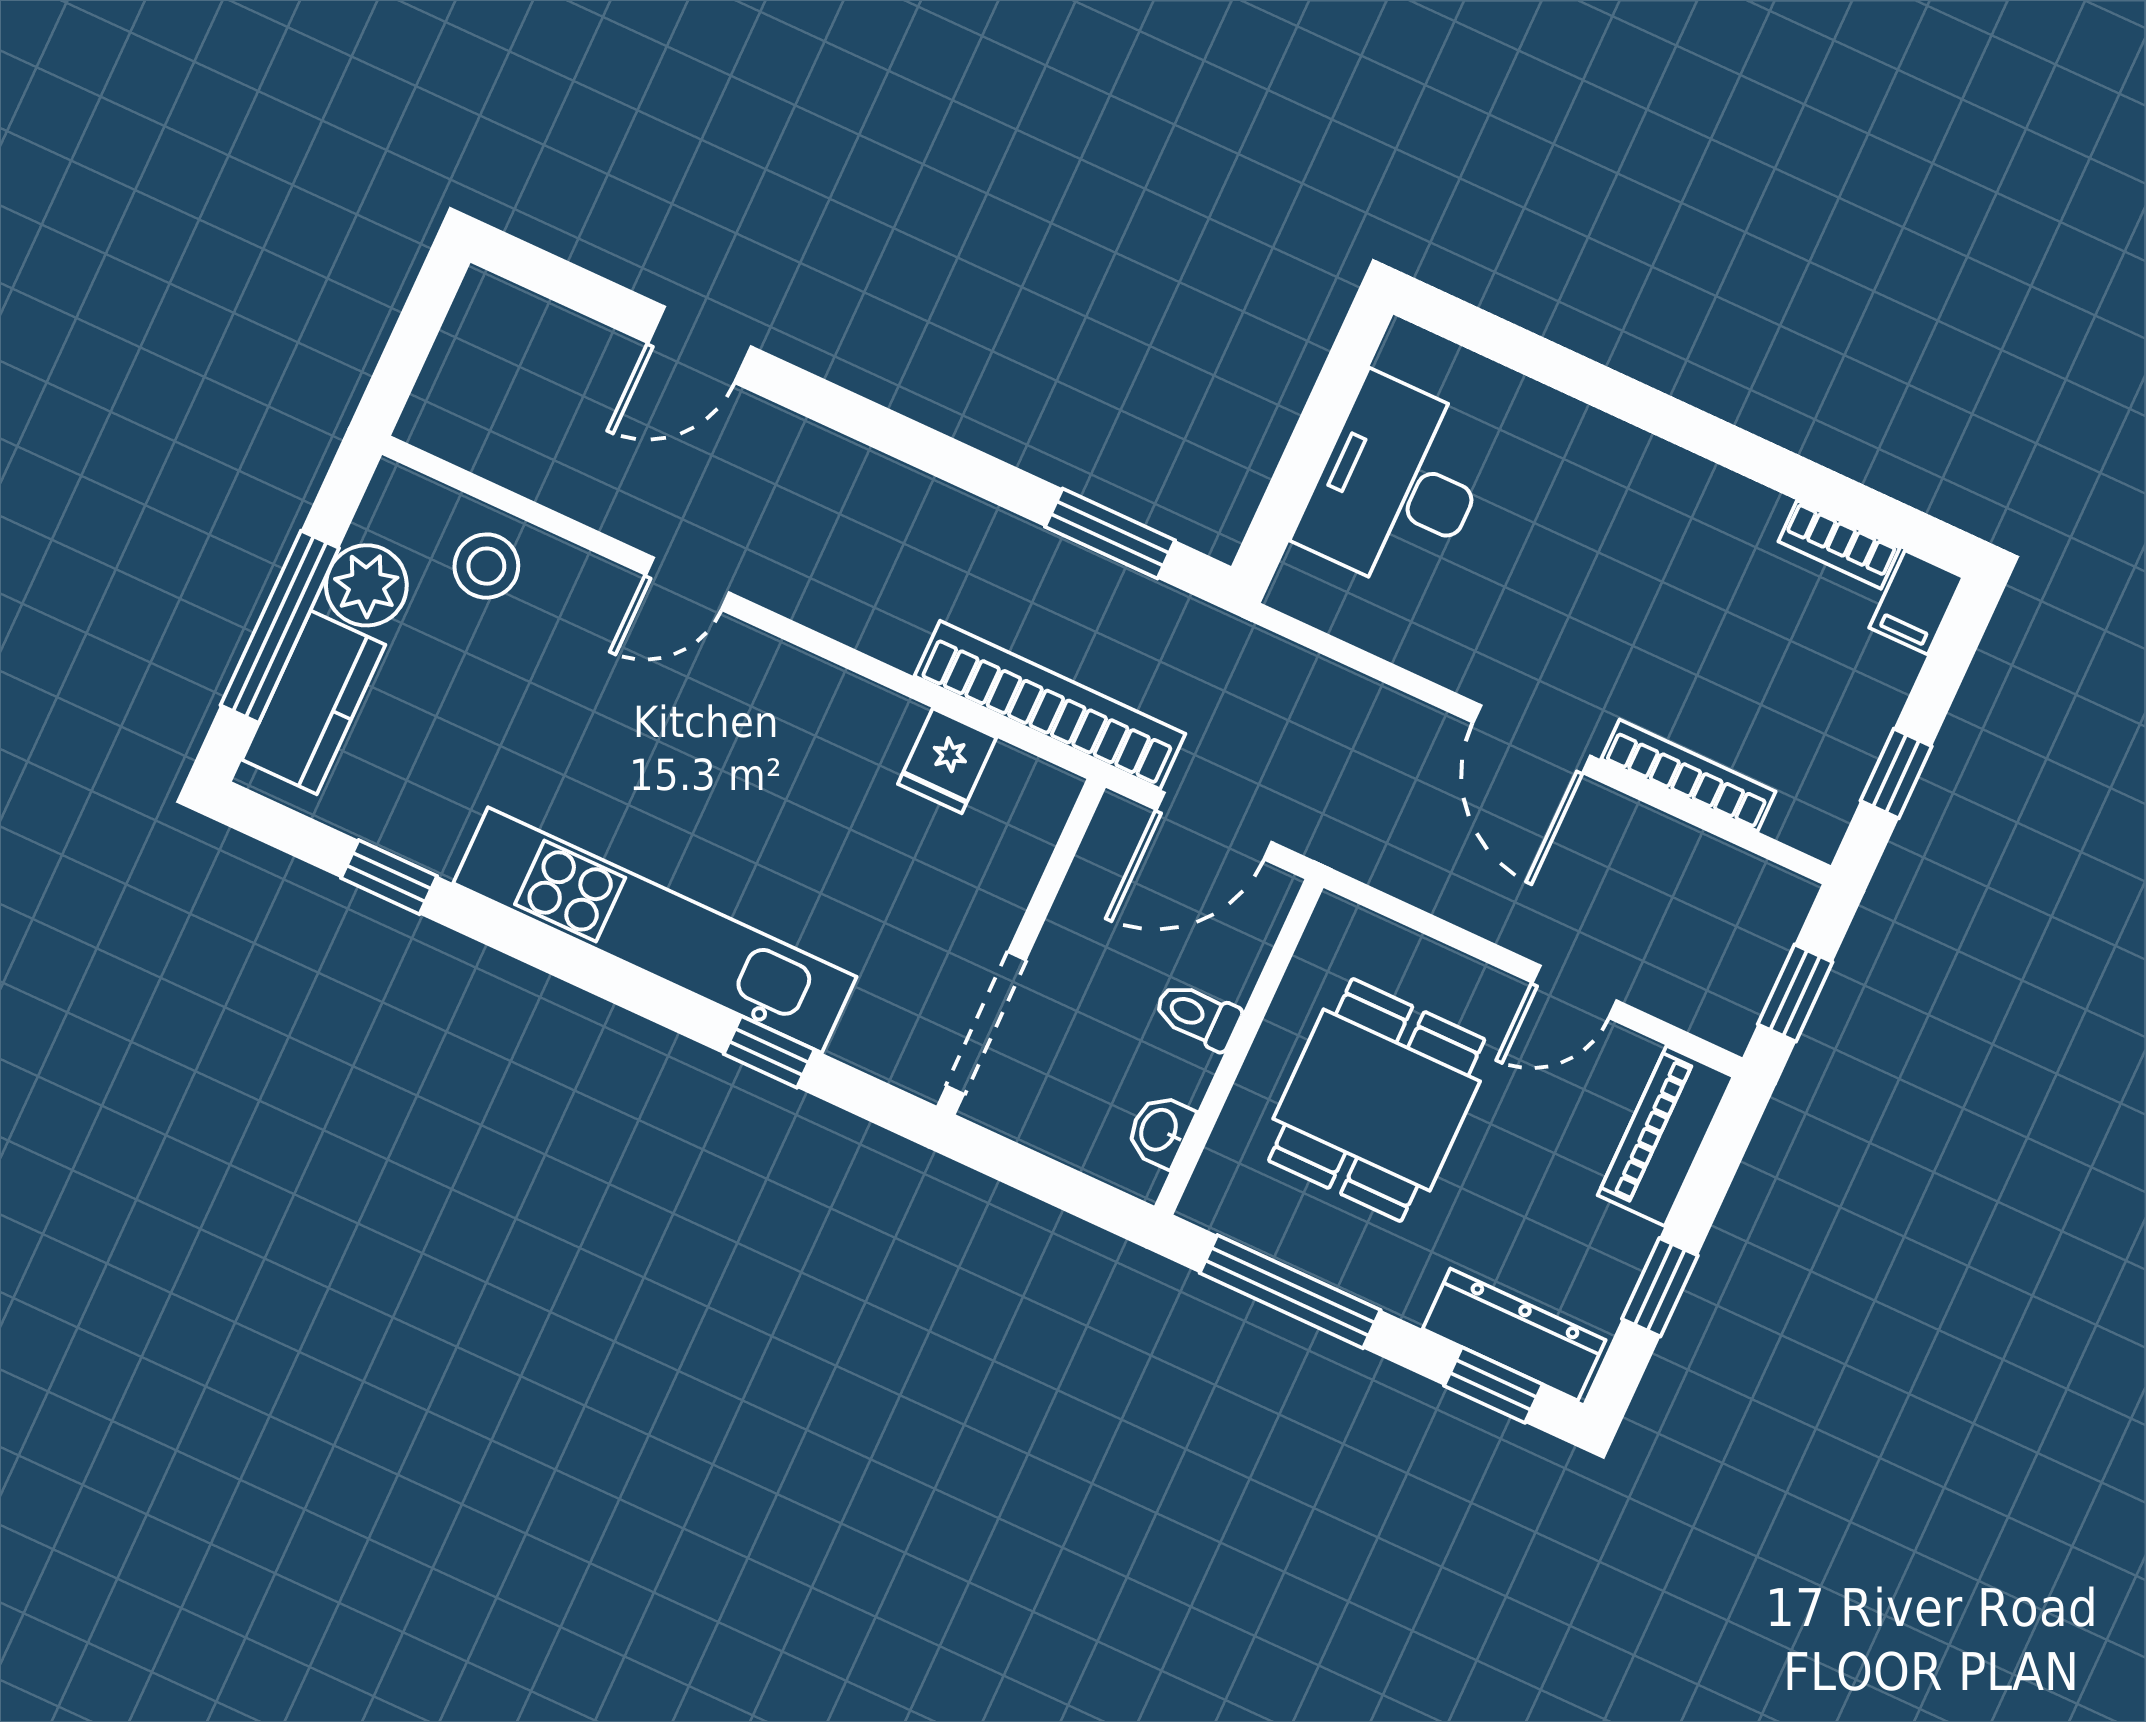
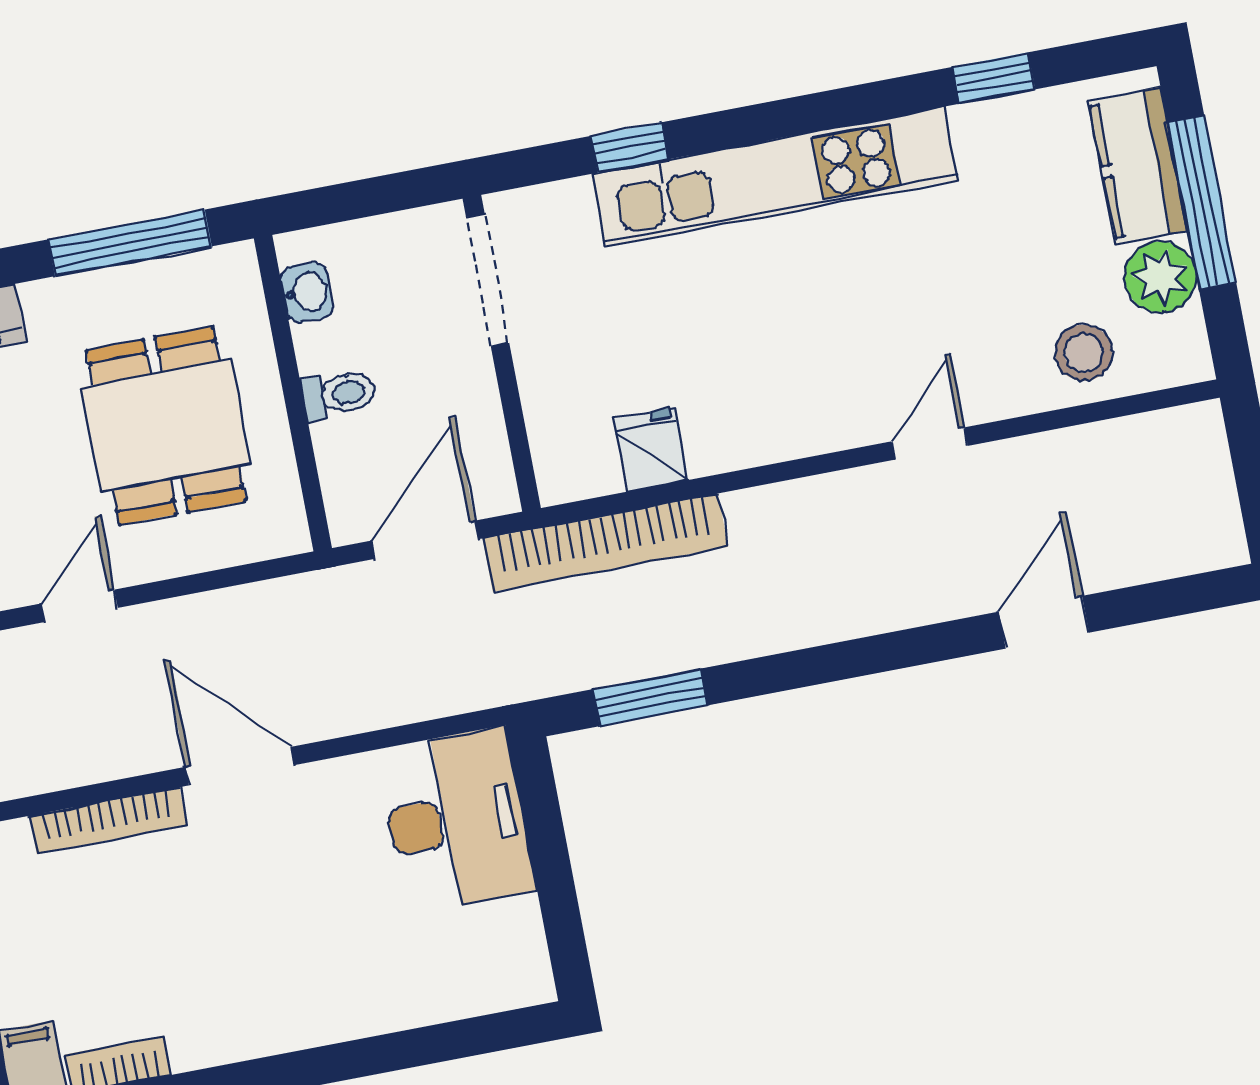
desk: (1397, 485) -> (456, 820), moved

